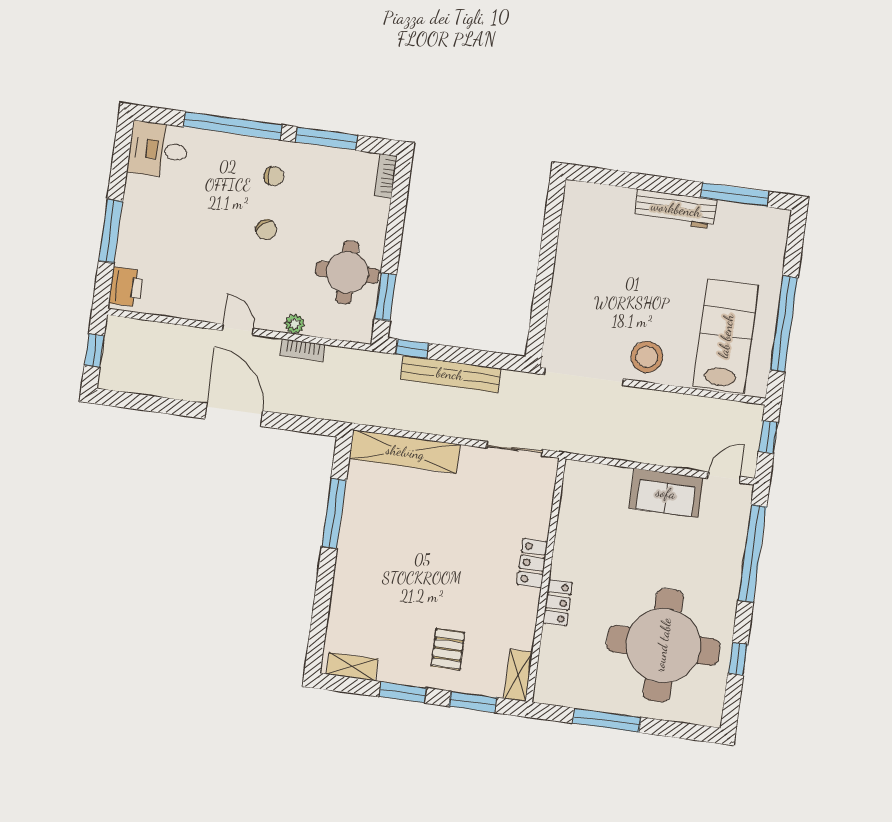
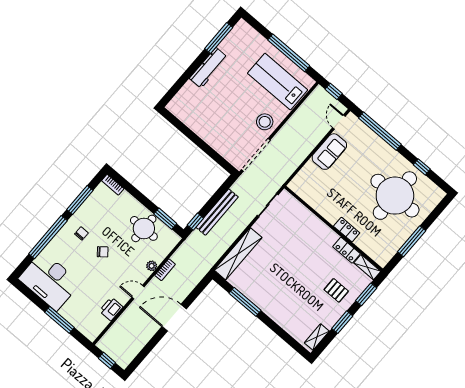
desk: (158, 150) -> (49, 281), width x1.87, depth x1.30
printer: (126, 287) -> (111, 309), moved, turned -90
locker: (532, 563) -> (346, 250), moved

